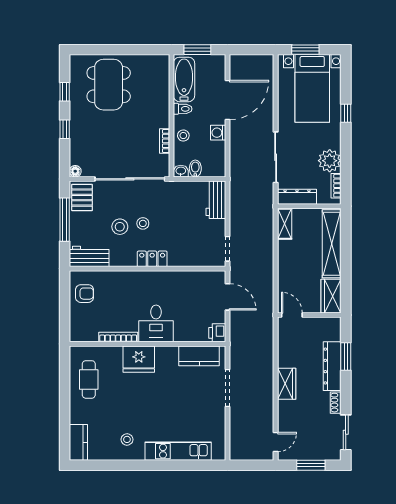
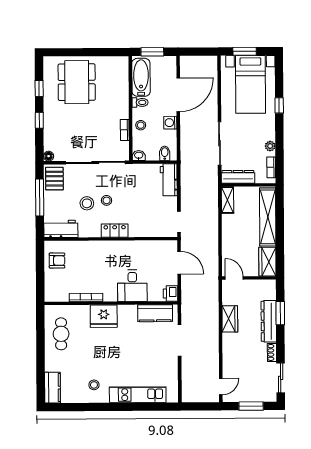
plant: (330, 161) -> (270, 146), width x0.53, depth x0.53
bidet: (195, 168) -> (165, 153), moved
desk: (156, 323) -> (132, 286), moved
wardrobe: (287, 384) -> (230, 319), moved

